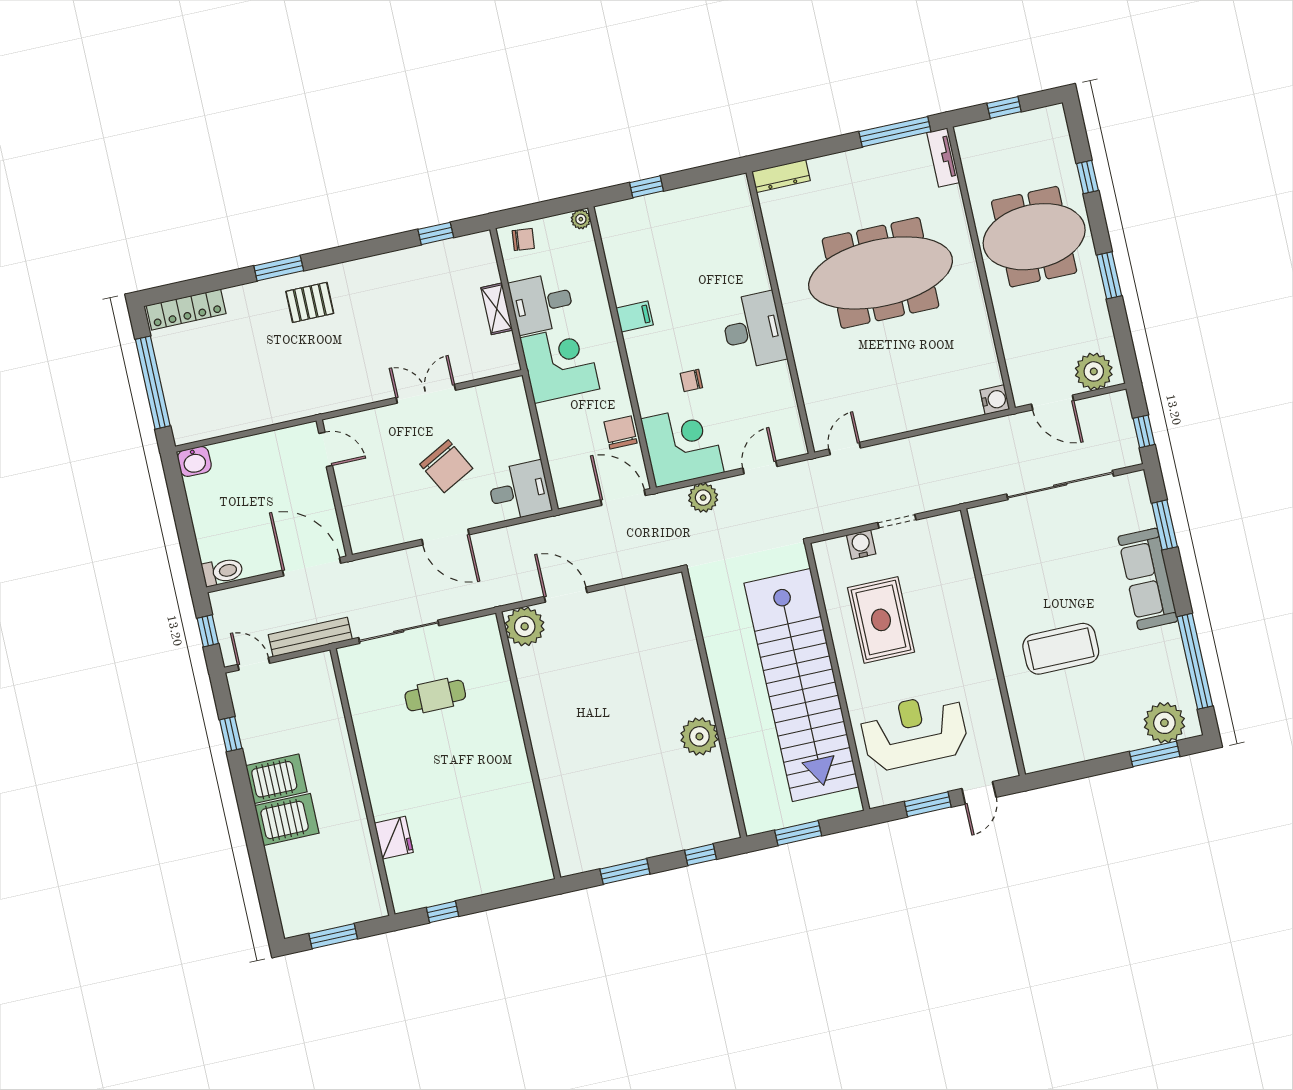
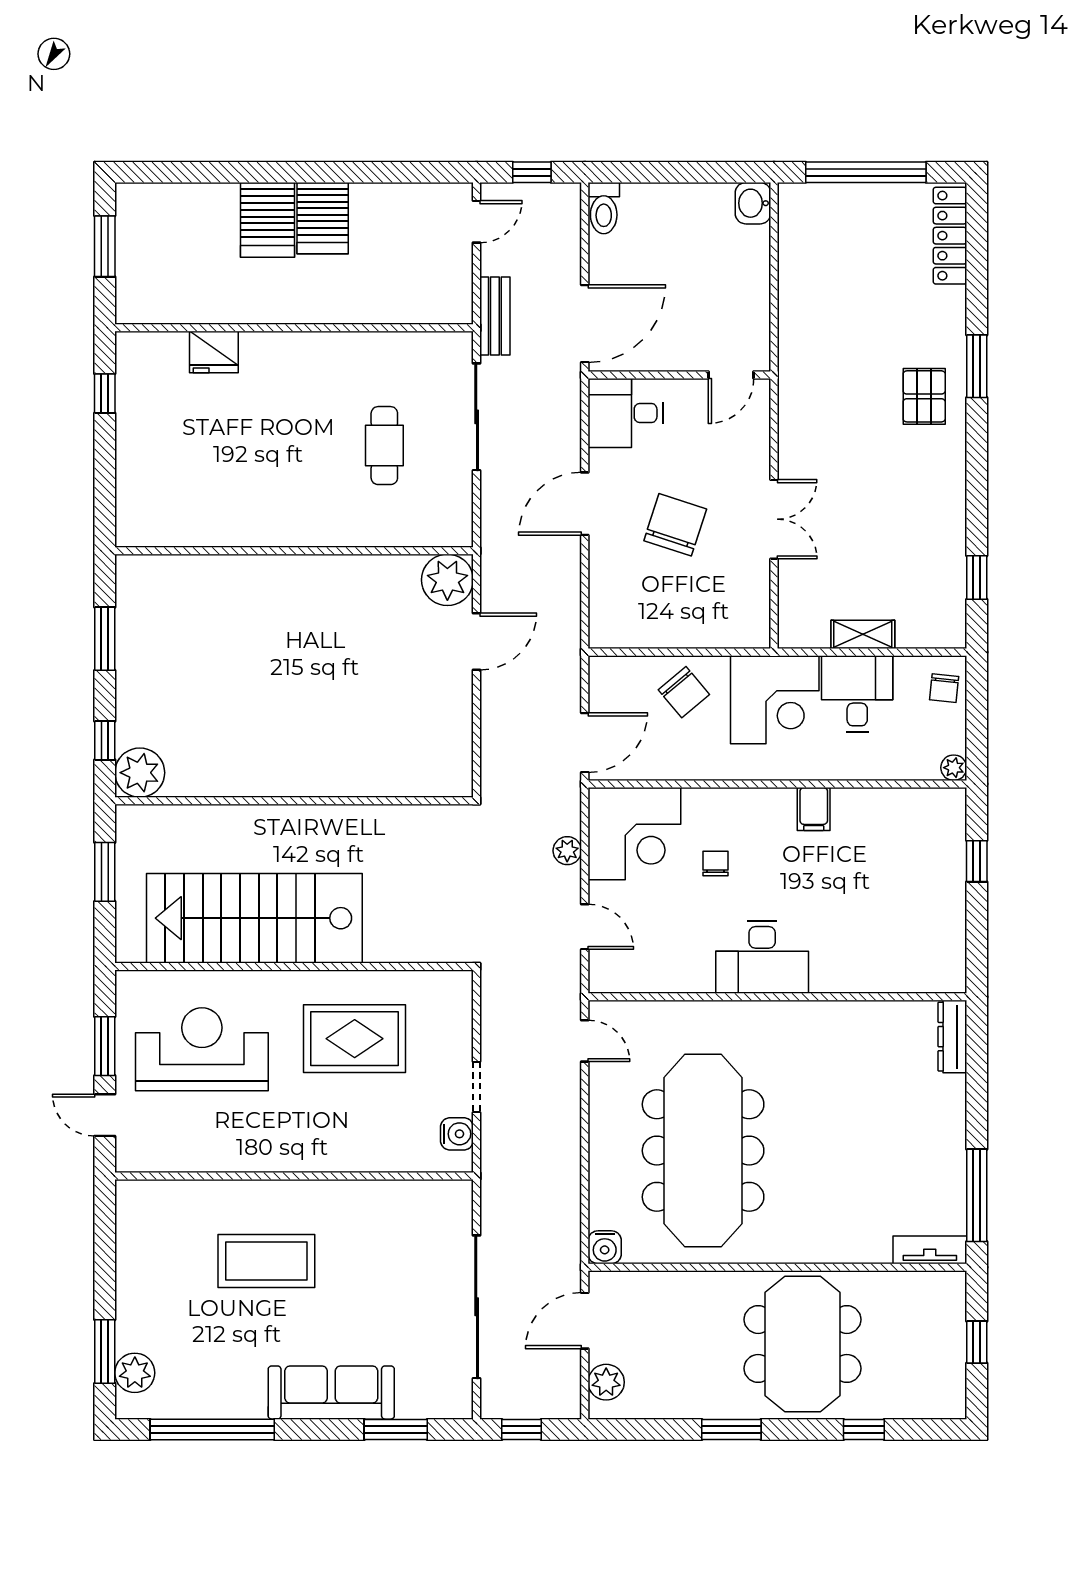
meeting table: (881, 273) -> (703, 1151), moved
plant: (1094, 371) -> (606, 1382), width x0.73, depth x0.73
chair: (621, 432) -> (684, 692), moved, turned 50
chair: (446, 466) -> (675, 525), turned 136
desk: (519, 491) -> (625, 413), moved, turned 90
plant: (703, 498) -> (567, 851), width x0.73, depth x0.73
water cooler: (861, 545) -> (457, 1134), moved
bench: (310, 637) -> (495, 316), width x0.73
coffee table: (1061, 649) -> (266, 1261), turned 90
stairs: (801, 685) -> (254, 918), width x0.73
plant: (1164, 723) -> (135, 1373), width x0.73, depth x0.73
reception desk: (914, 732) -> (202, 1049), turned -90
window: (231, 734) -> (393, 172), removed
plant: (699, 736) -> (140, 773), moved

